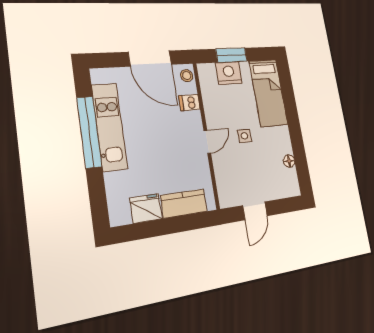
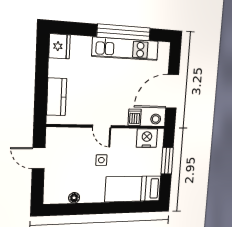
nightstand: (229, 73) -> (147, 138), moved, turned -90
fridge: (146, 208) -> (60, 46), moved

